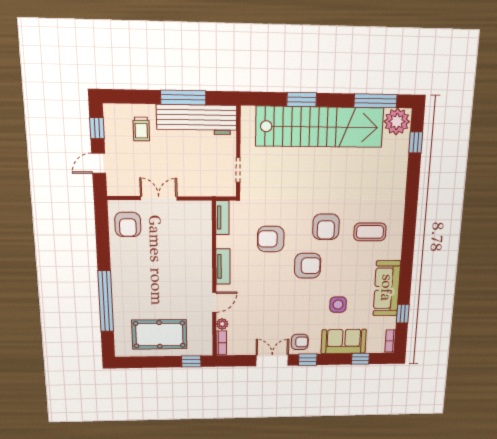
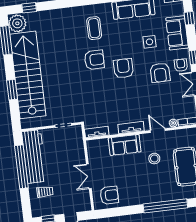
window: (183, 97) -> (21, 167), width x1.46
armchair: (271, 239) -> (160, 73), moved
sofa: (199, 255) -> (125, 145), added
stool: (175, 293) -> (154, 159), added

